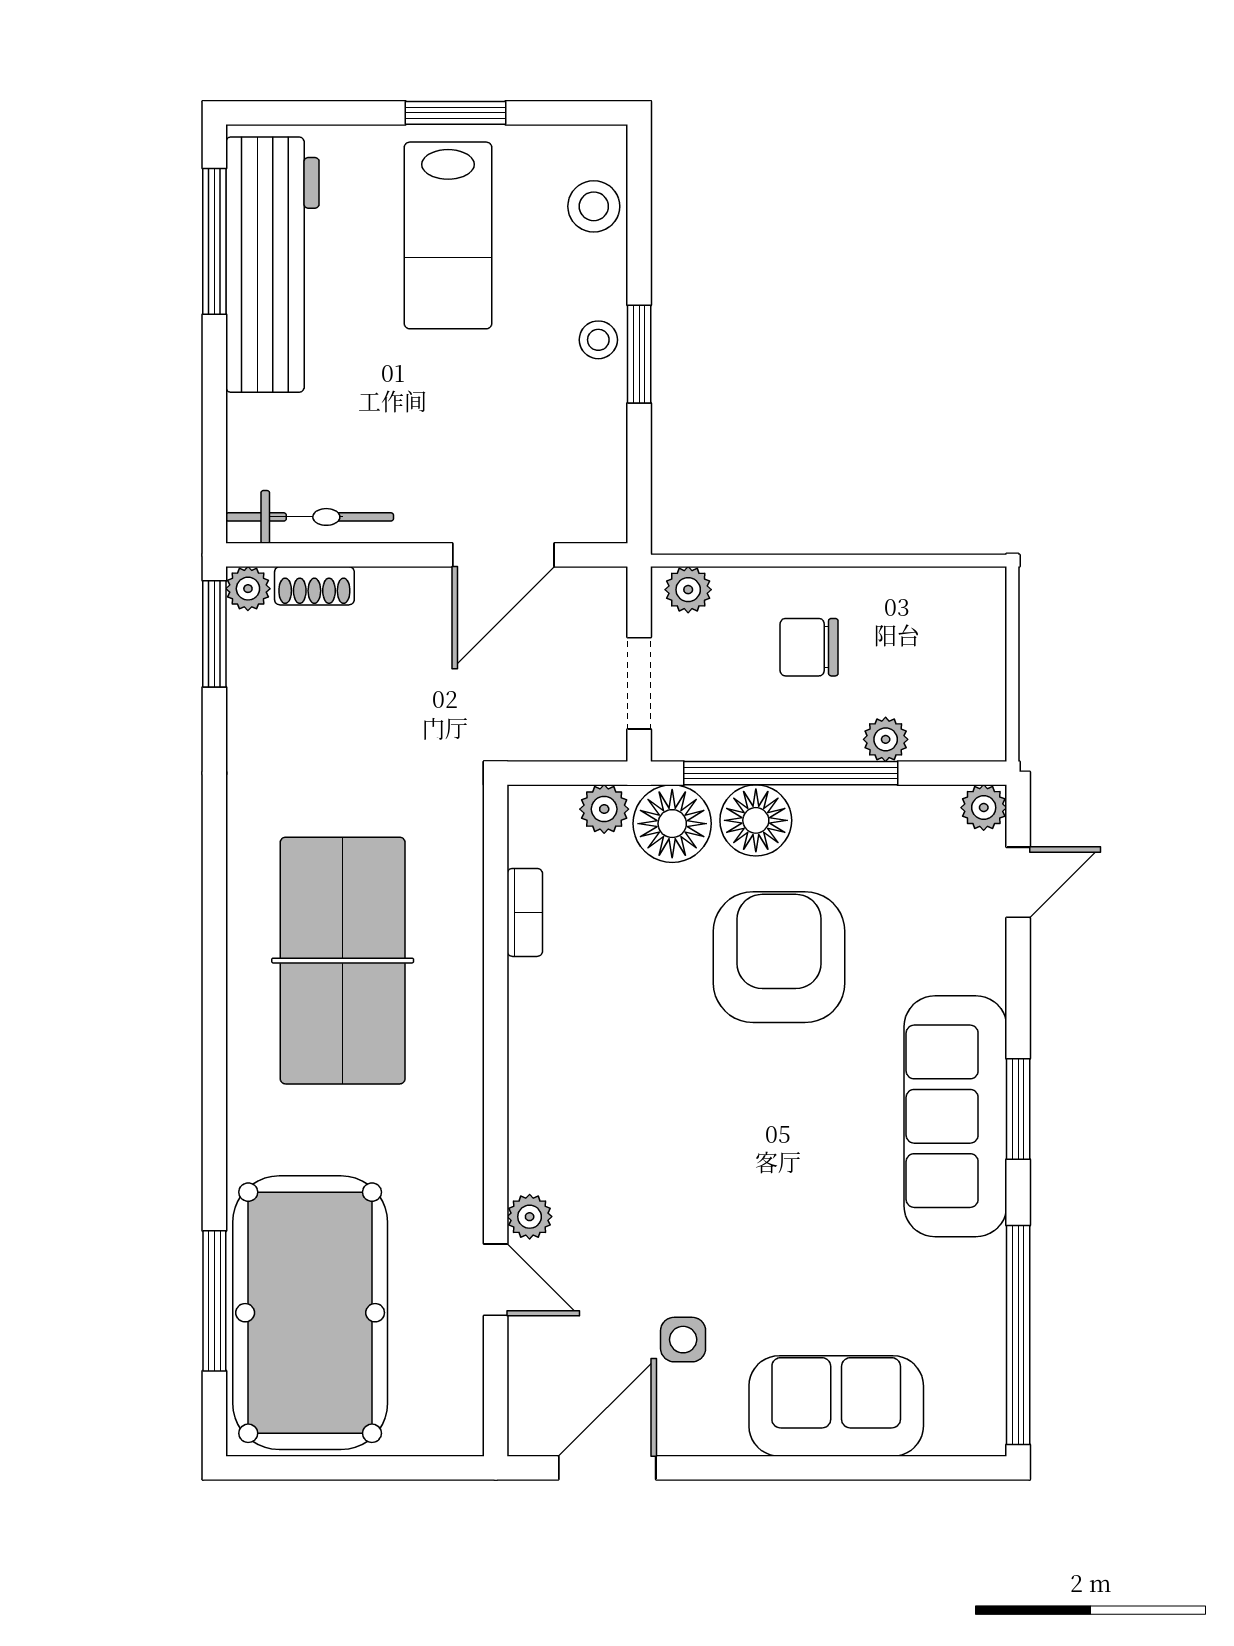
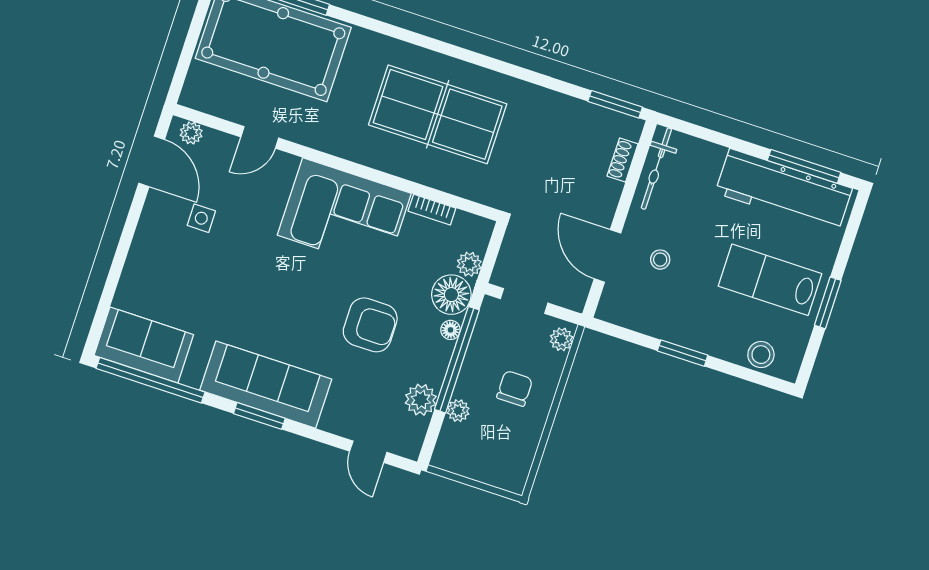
stool: (598, 340) -> (660, 260), moved
plant: (248, 589) -> (632, 128), removed
plant: (984, 808) -> (421, 400), moved, width x1.38, depth x1.38
floor lamp: (756, 820) -> (450, 330), width x0.53, depth x0.53
armchair: (779, 957) -> (370, 325), width x0.73, depth x0.73
corner sofa: (588, 1074) -> (344, 214), added
plant: (530, 1217) -> (191, 133), moved
sofa: (836, 1406) -> (144, 345), moved, turned -90

